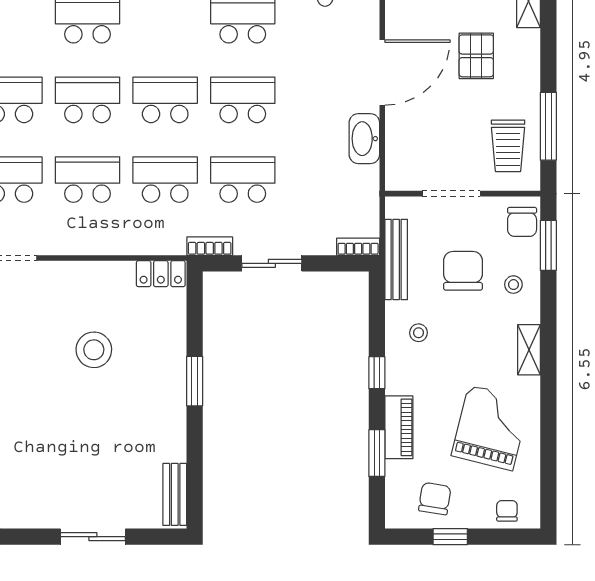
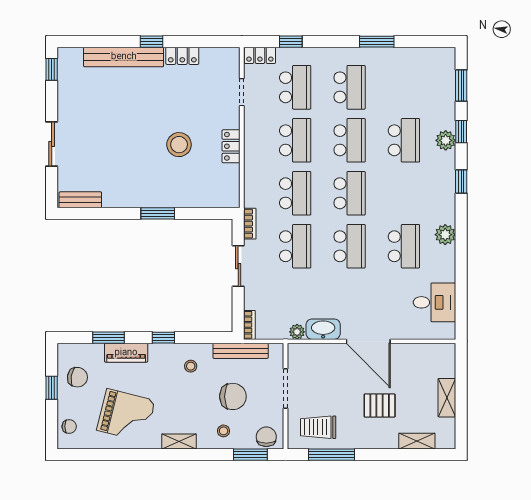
plant: (368, 177) -> (297, 332), added
chair: (522, 222) -> (266, 437), turned 90
locker: (161, 274) -> (231, 146), moved

